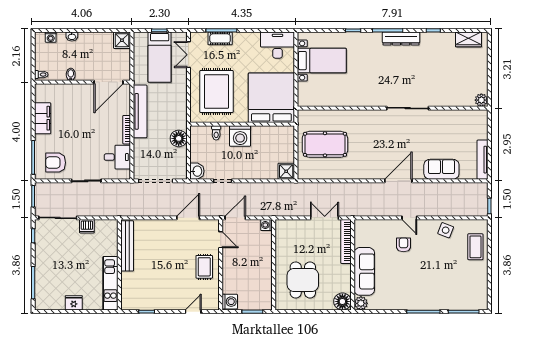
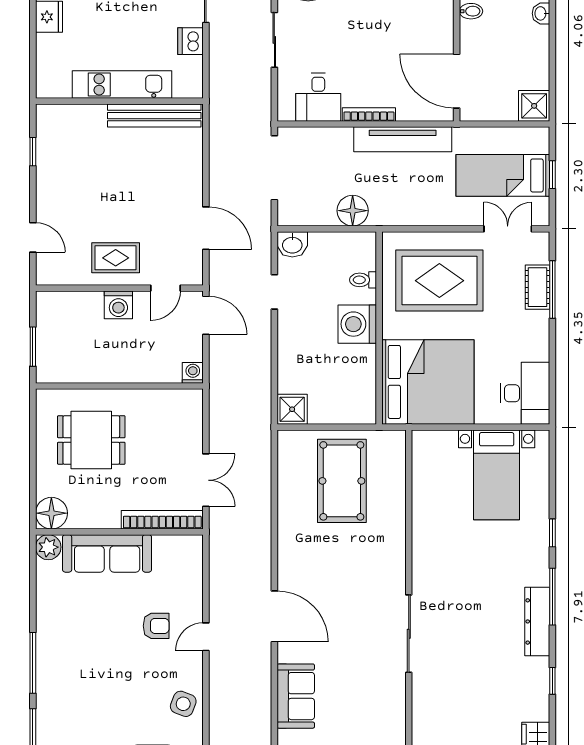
kitchen unit: (110, 283) -> (122, 85), moved
washing machine: (230, 302) -> (118, 305), moved

